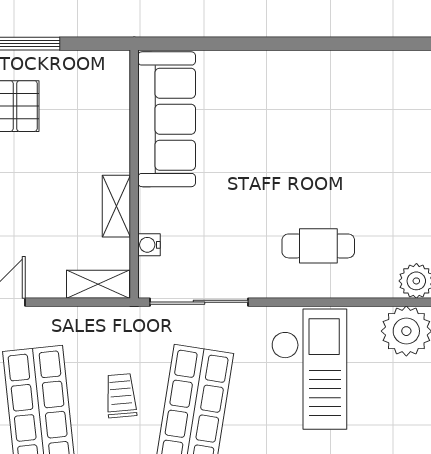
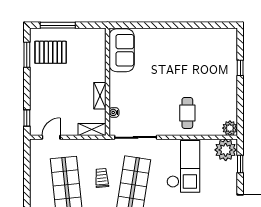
sofa: (167, 119) -> (122, 50), width x0.73
cafe table: (318, 246) -> (187, 113), turned 90

